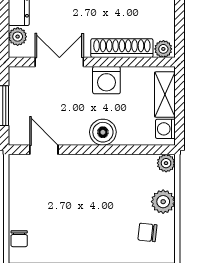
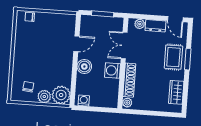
double door: (59, 62) -> (124, 46), swing flipped
shelving: (165, 95) -> (102, 102), removed
door: (44, 150) -> (76, 44), moved
plant: (166, 163) -> (61, 95), width x1.88, depth x1.88

